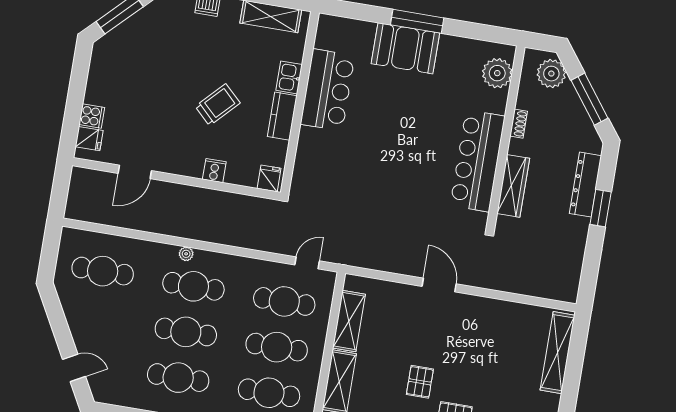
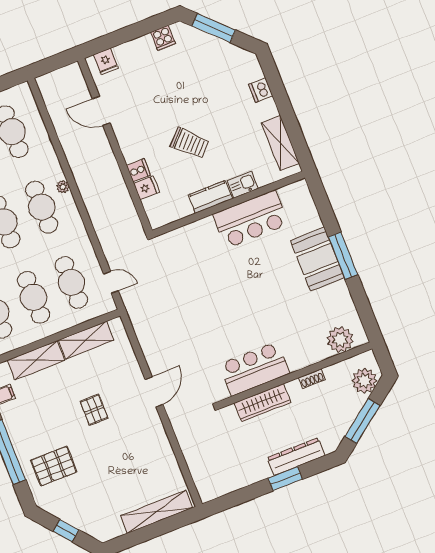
cooker: (92, 116) -> (163, 38), moved
bar counter: (478, 161) -> (254, 369), width x0.73
fridge: (269, 178) -> (147, 188), moved
pallet: (420, 382) -> (94, 410), moved, turned 90

